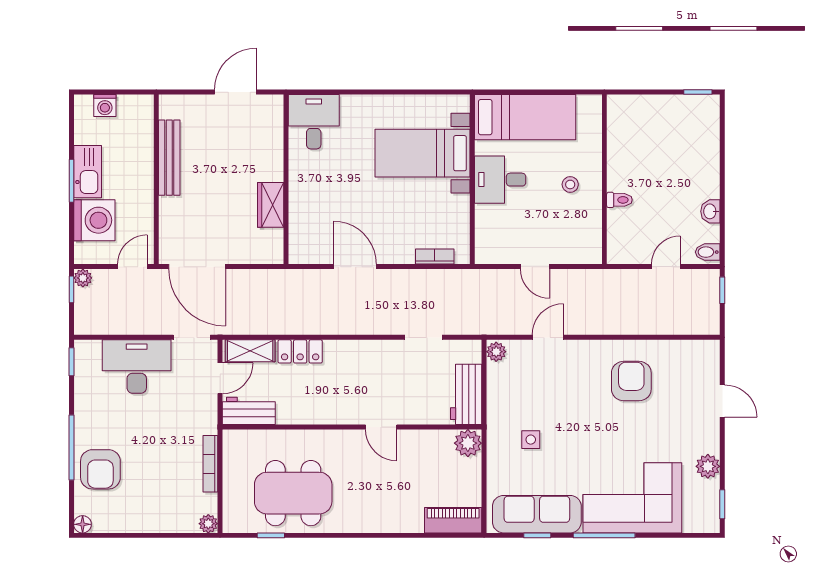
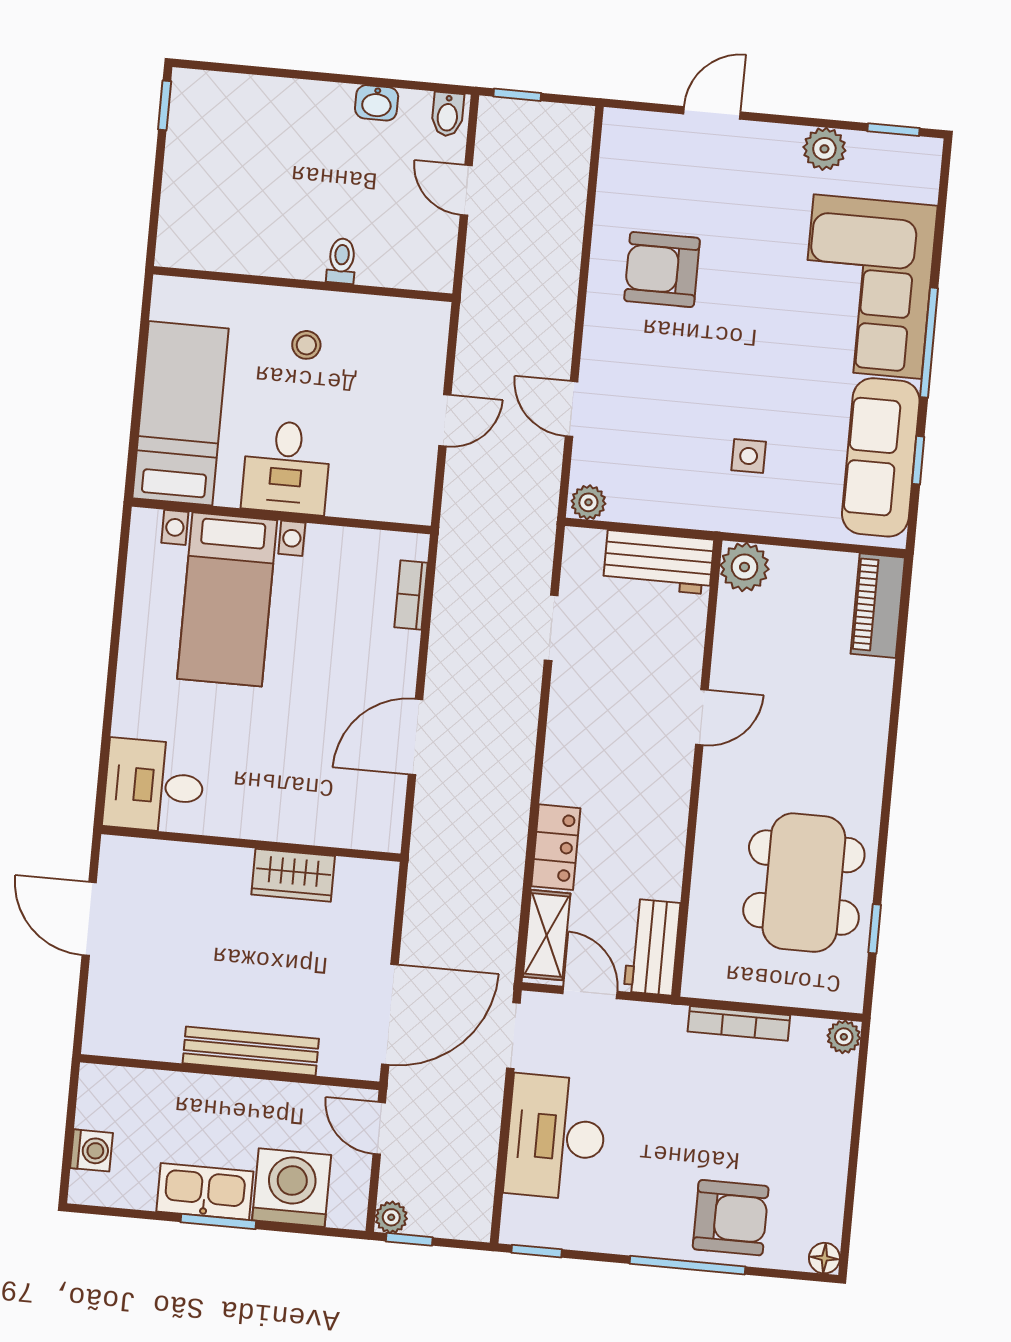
bench: (169, 158) -> (251, 1051), moved

